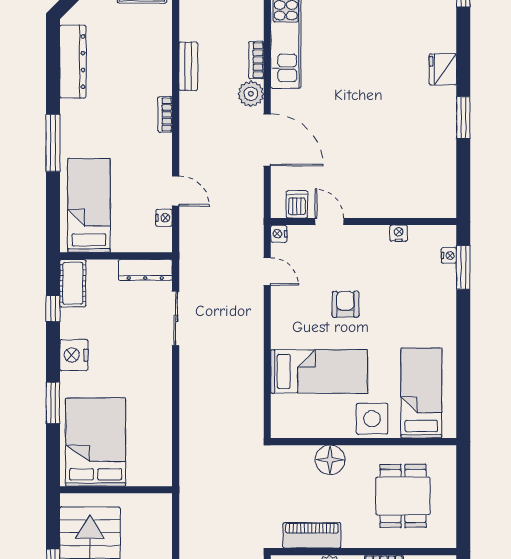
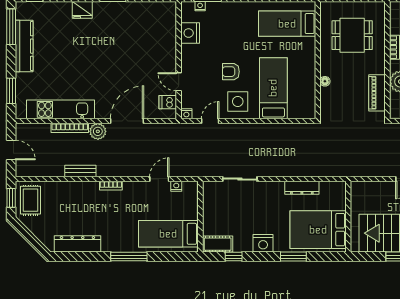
bookcase: (256, 60) -> (70, 128), width x1.56
door: (329, 222) -> (179, 82), hinge flipped
nightstand: (399, 233) -> (190, 33), width x1.89, depth x1.79
dresser: (145, 270) -> (302, 188), moved, turned 90
side table: (372, 419) -> (238, 101), moved
floor lamp: (330, 460) -> (325, 81), width x0.53, depth x0.53

